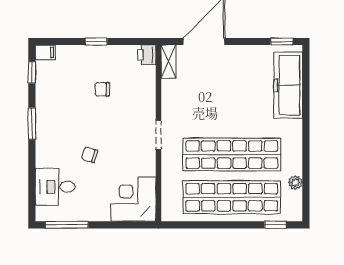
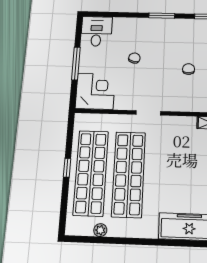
desk: (55, 187) -> (96, 31), moved
window: (67, 225) -> (76, 63), moved
window: (275, 225) -> (67, 168), moved

